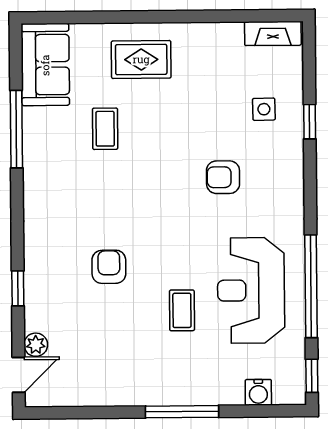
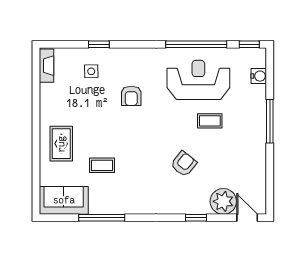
armchair: (109, 267) -> (184, 164), turned 129
reception desk: (251, 290) -> (198, 80), turned 180
plant: (36, 345) -> (223, 201), width x1.88, depth x1.88

